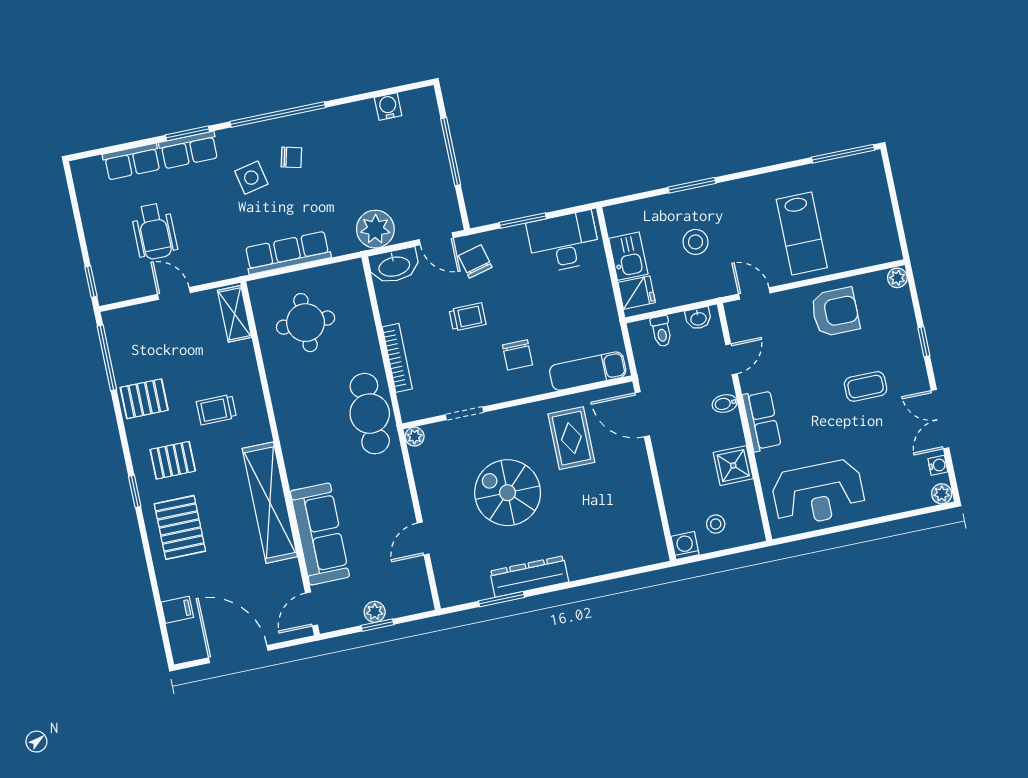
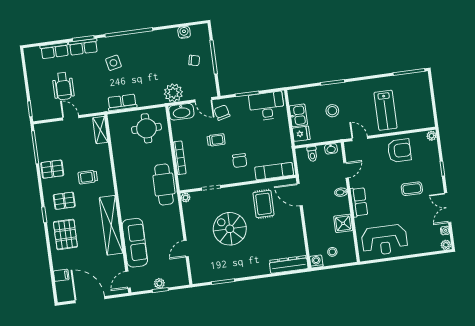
chair: (291, 157) -> (194, 60), moved
row of seats: (288, 253) -> (122, 102), width x0.68
round table: (306, 323) -> (146, 128), moved
dresser: (529, 577) -> (289, 264), moved

